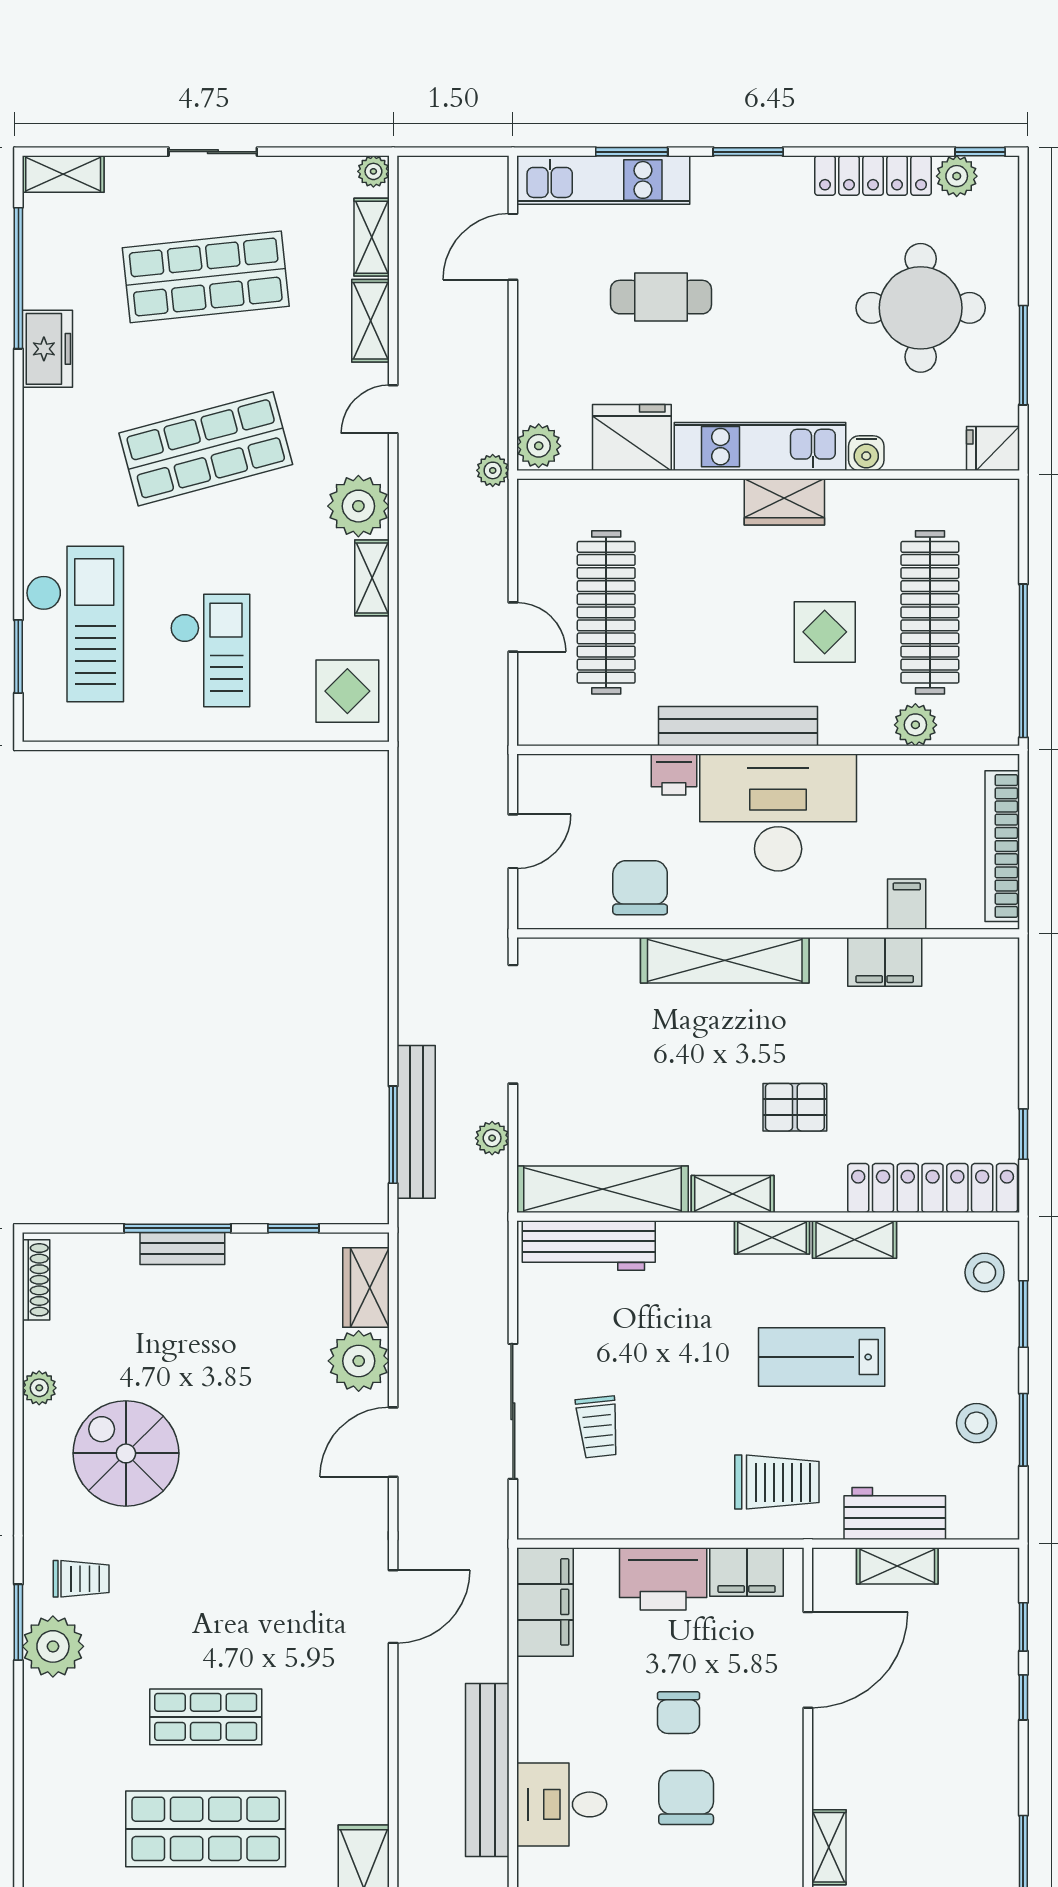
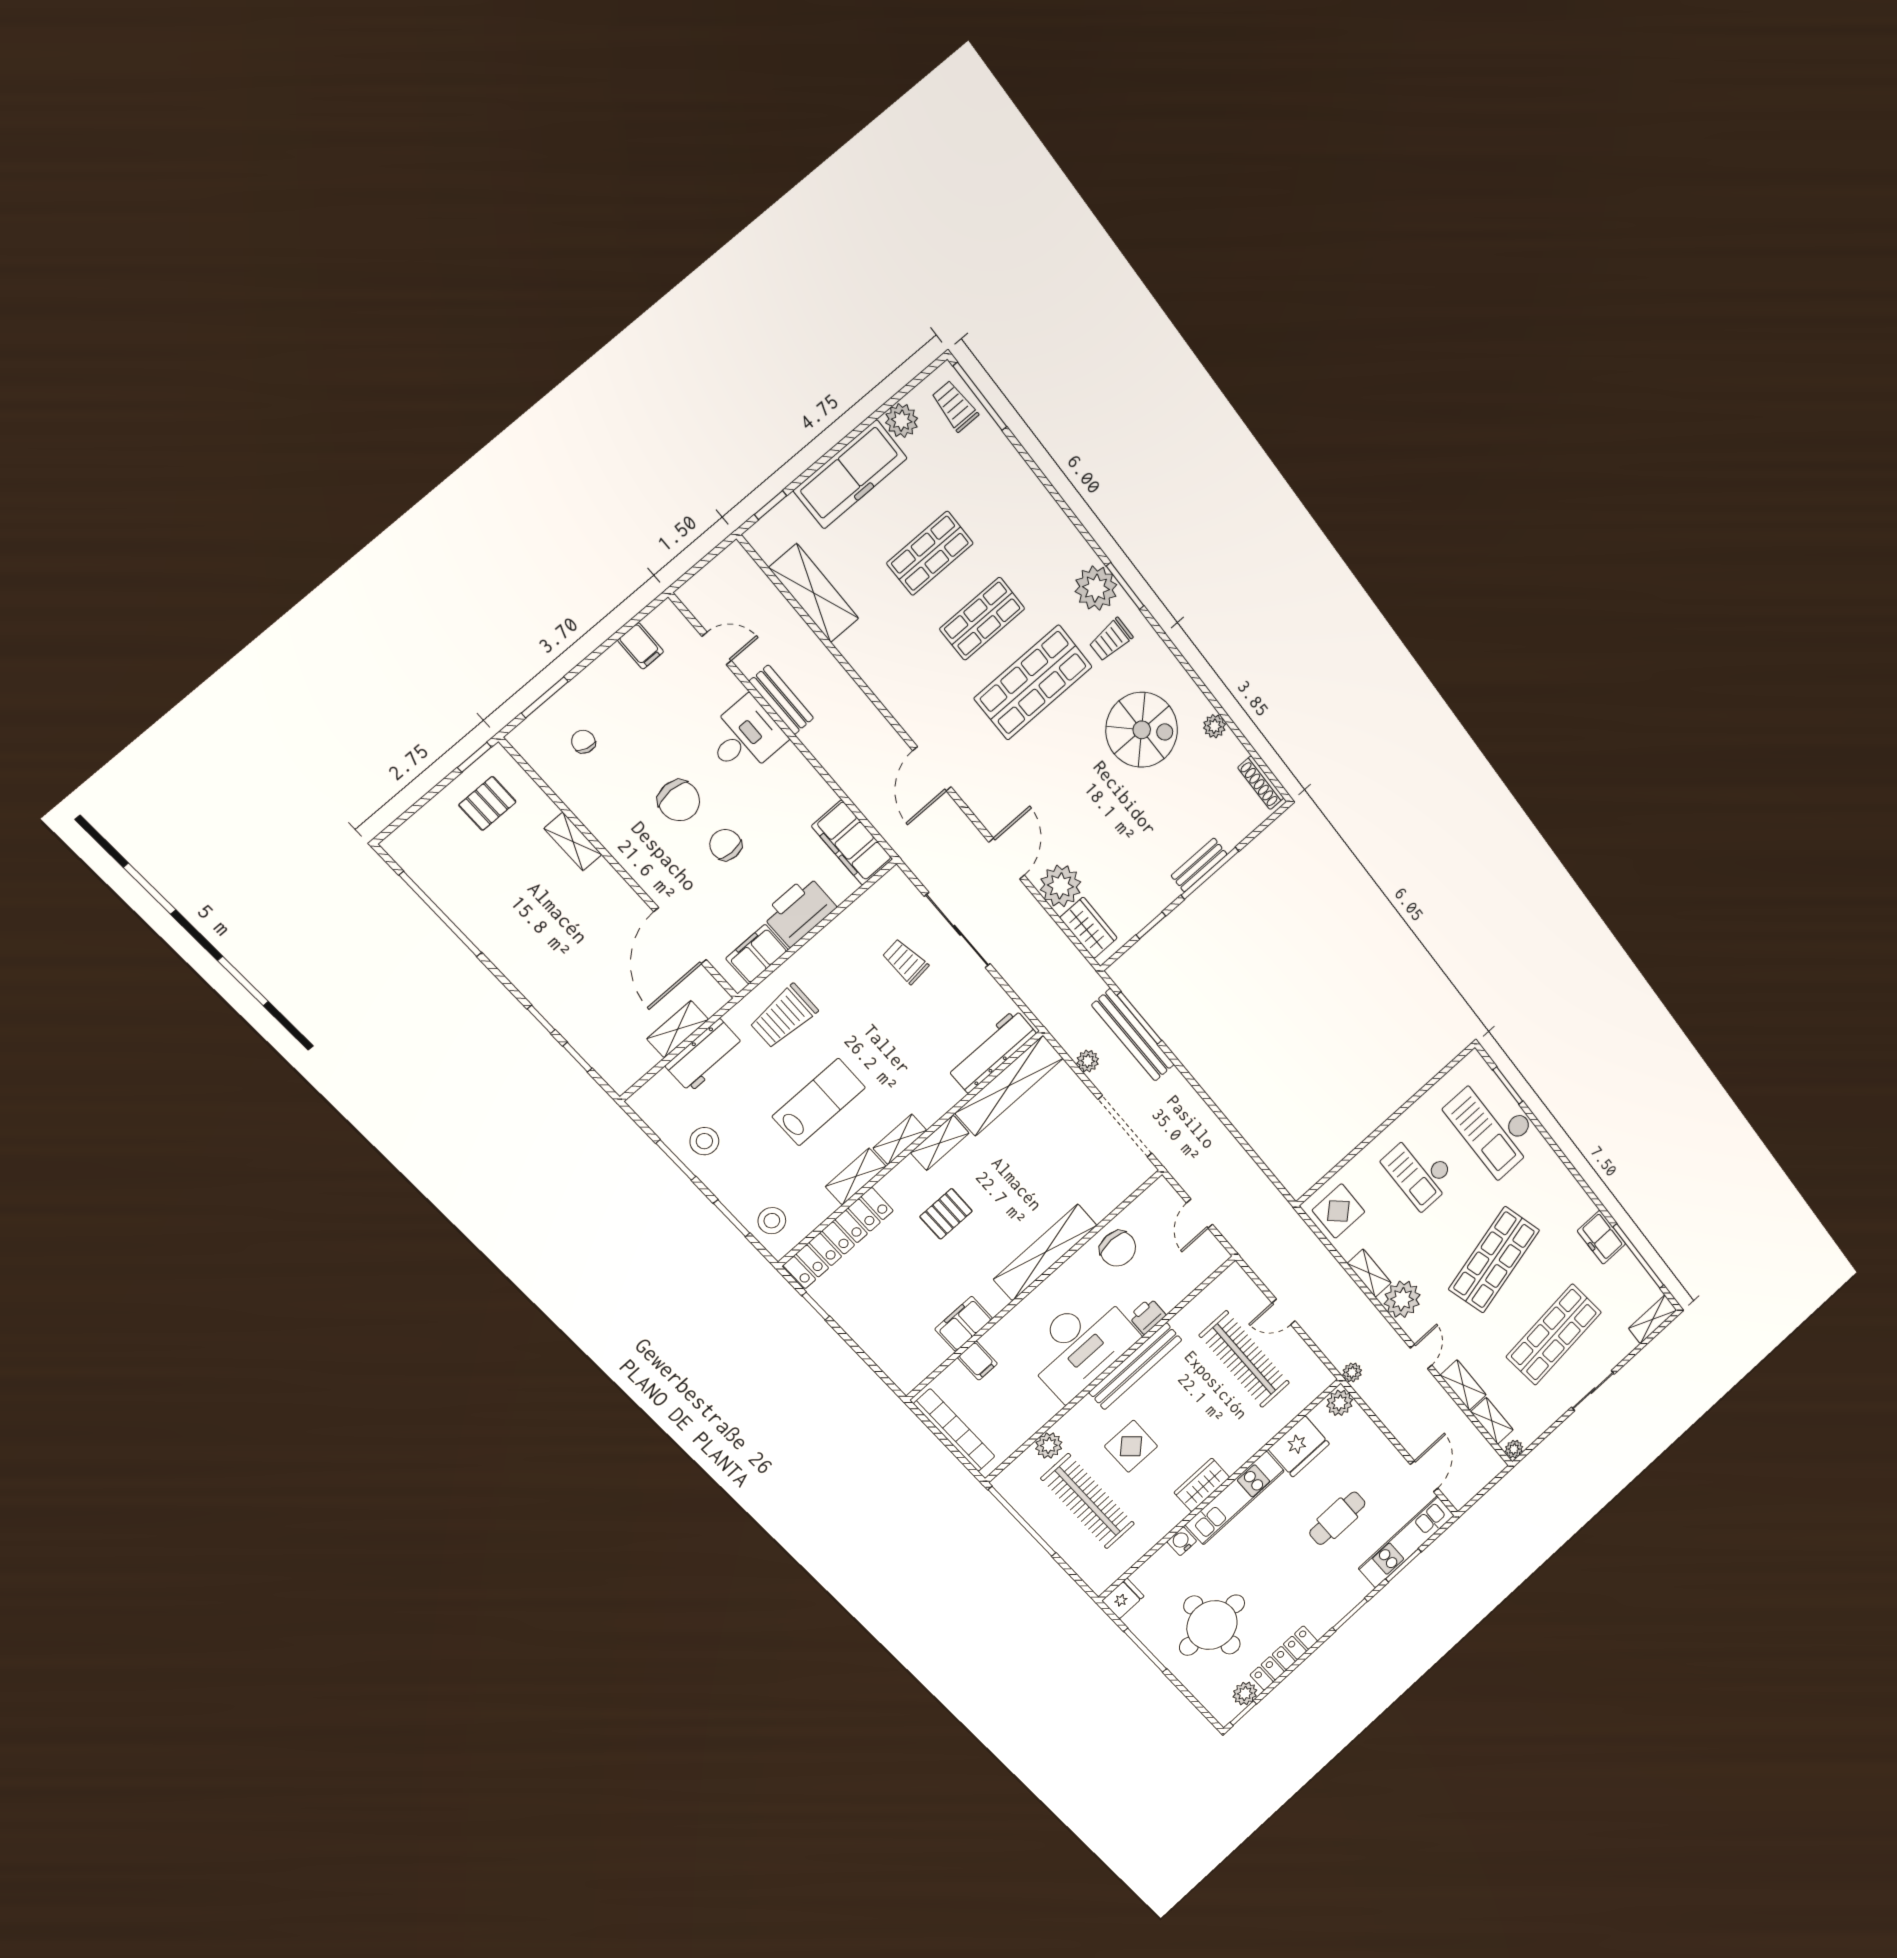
shop shelf: (206, 1605) -> (1033, 682), added
bench: (487, 1770) -> (781, 700), width x0.54, depth x0.82
shop shelf: (206, 1829) -> (930, 553), width x0.70, depth x0.74

